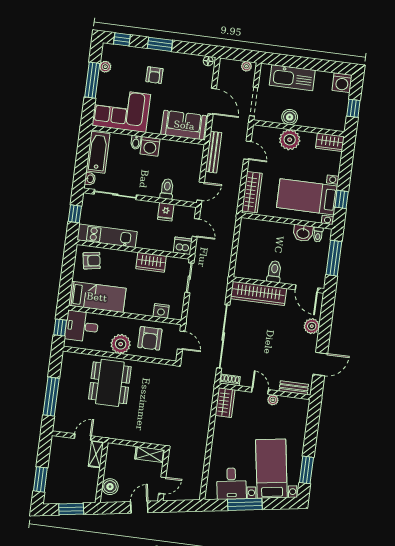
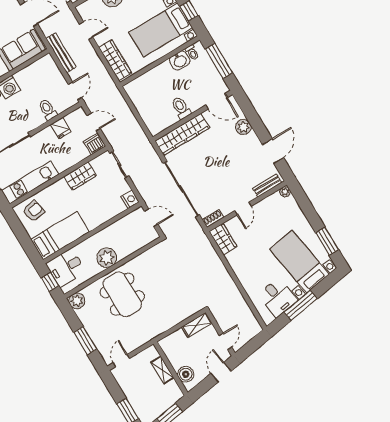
nightstand: (161, 311) -> (130, 199), moved, turned -90
armchair: (150, 338) -> (126, 235), removed
plant: (70, 360) -> (77, 301), added
door: (260, 391) -> (243, 209), swing flipped
window: (51, 397) -> (85, 341), width x0.69
plant: (273, 400) -> (285, 192), moved
door: (83, 437) -> (121, 361), moved
shelving: (96, 454) -> (162, 370), moved

